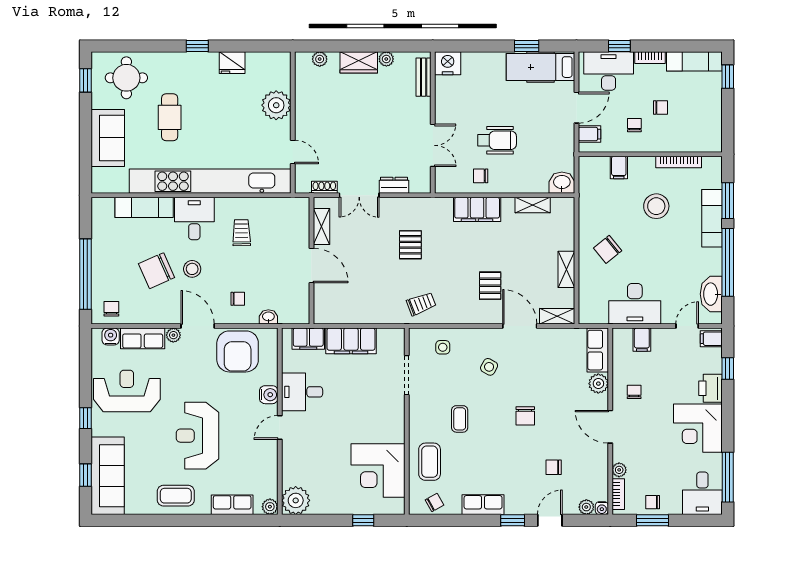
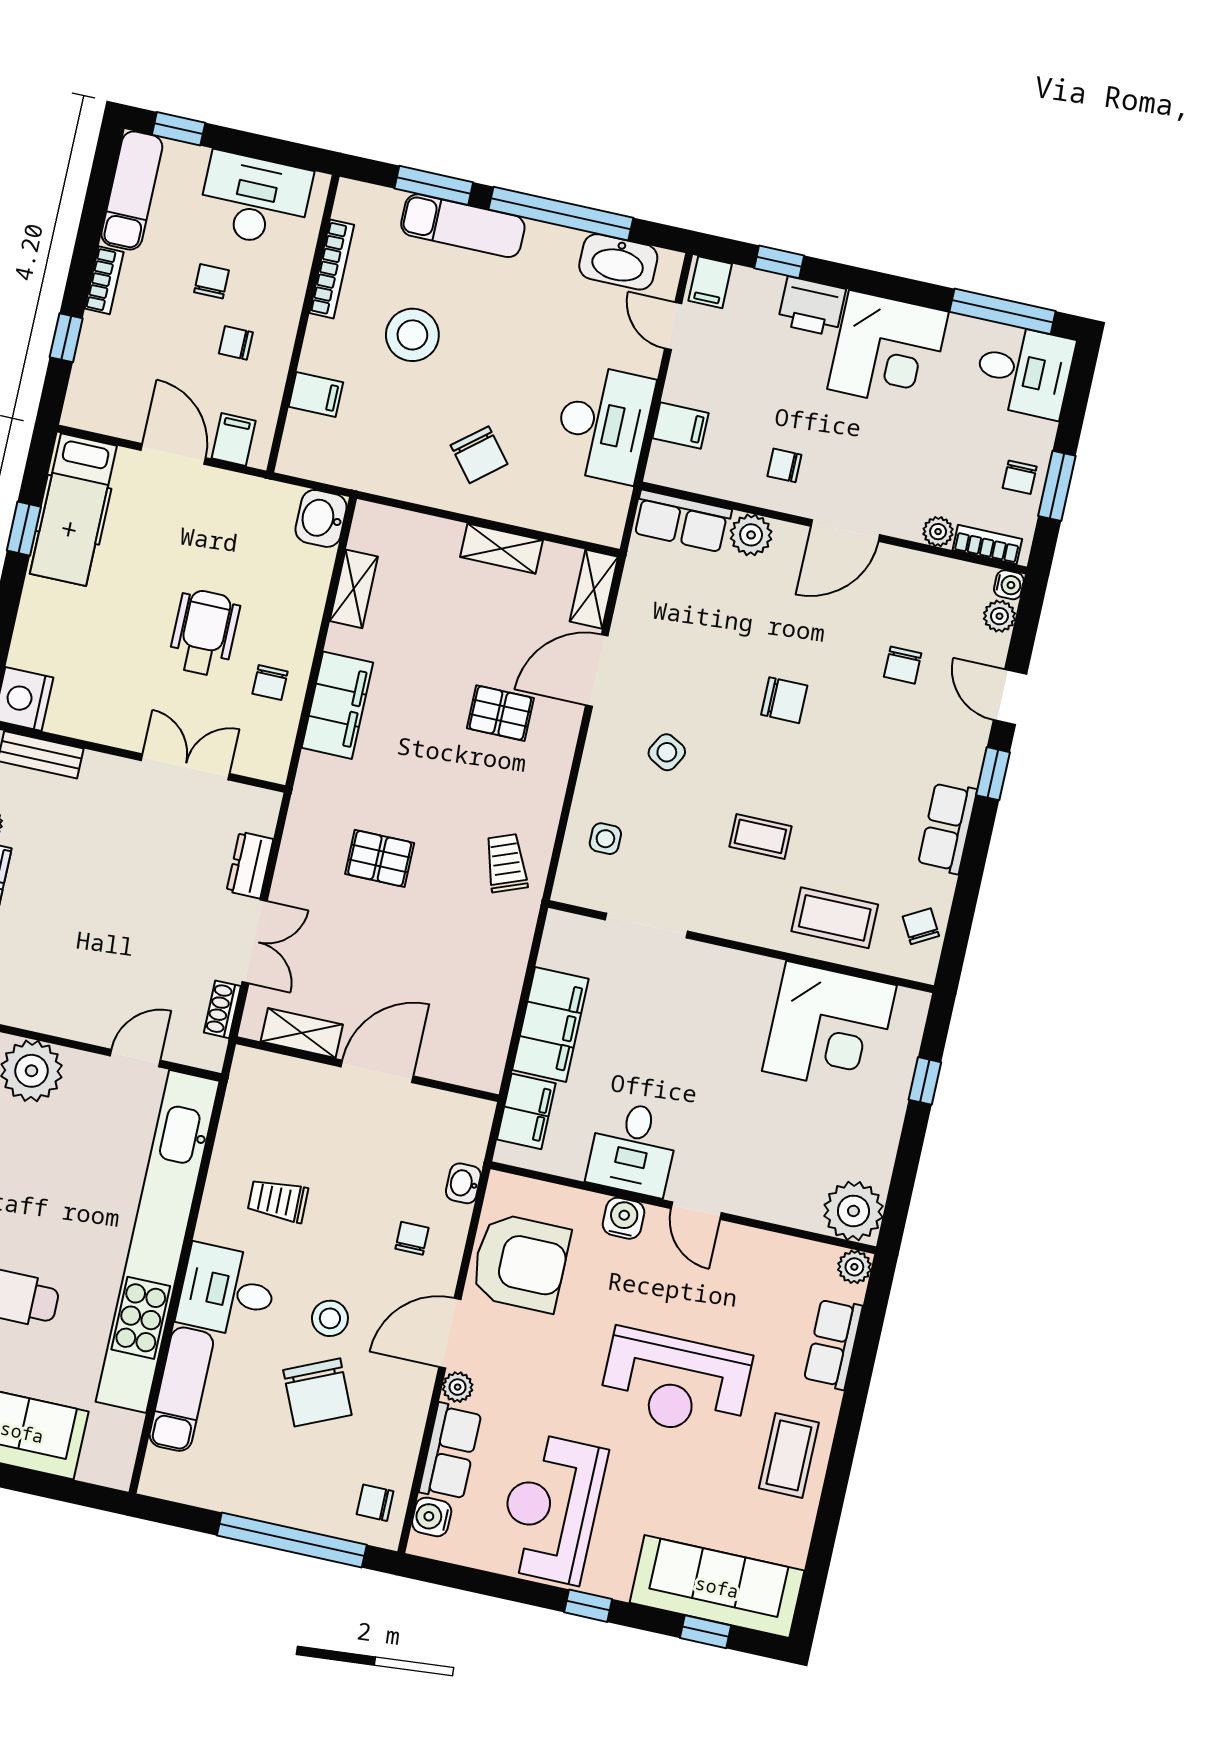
desk: (609, 71) -> (255, 200), moved, turned 90

